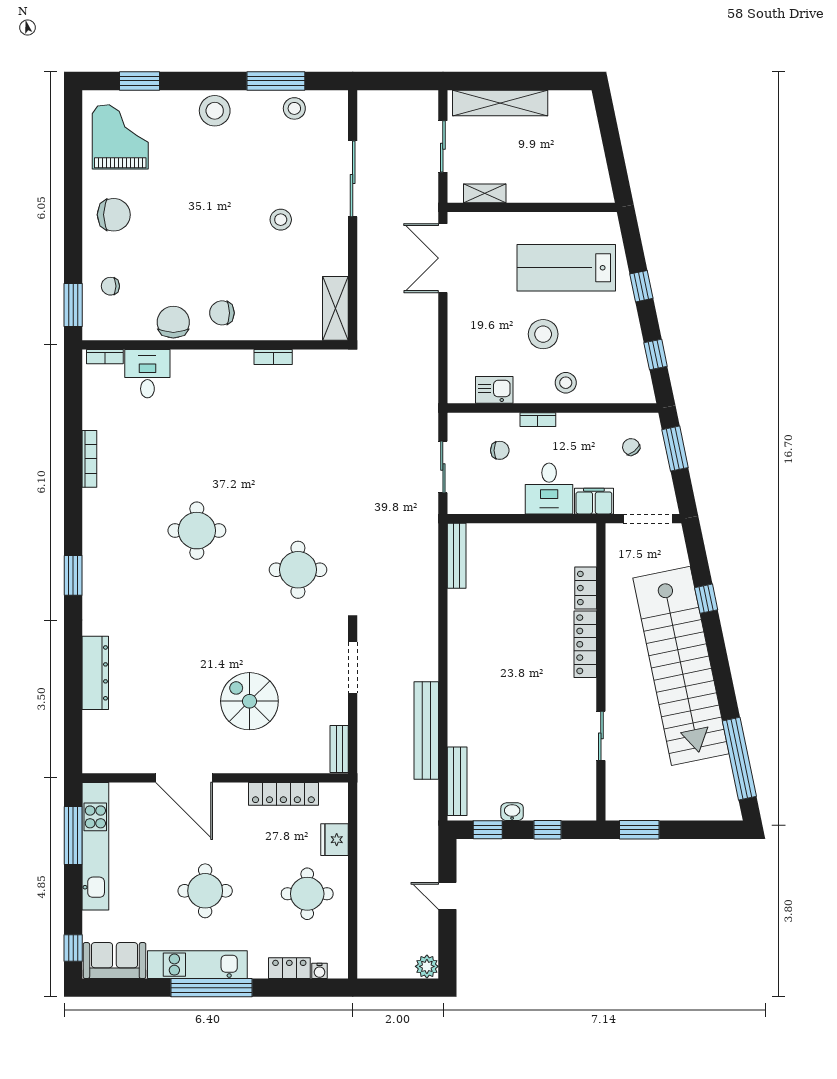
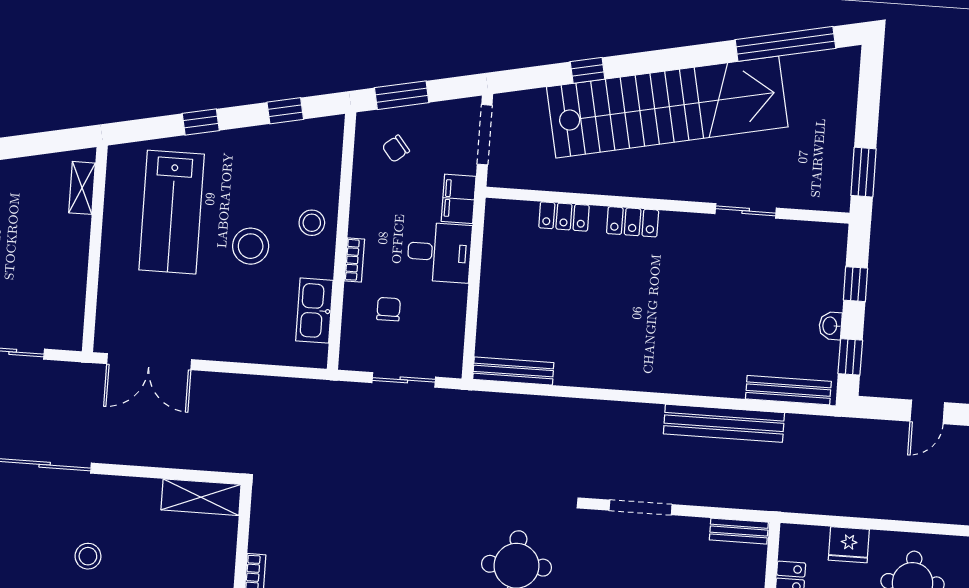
shelving: (485, 193) -> (82, 188), moved
kitchen sink: (494, 390) -> (314, 311), width x1.38
locker: (585, 644) -> (633, 222), width x0.66

